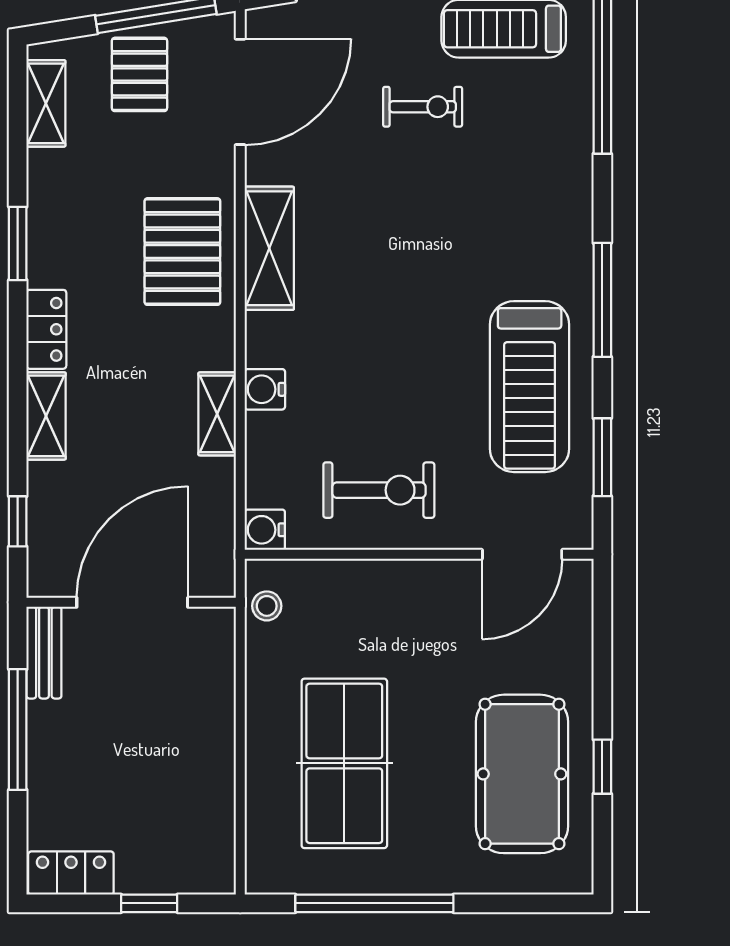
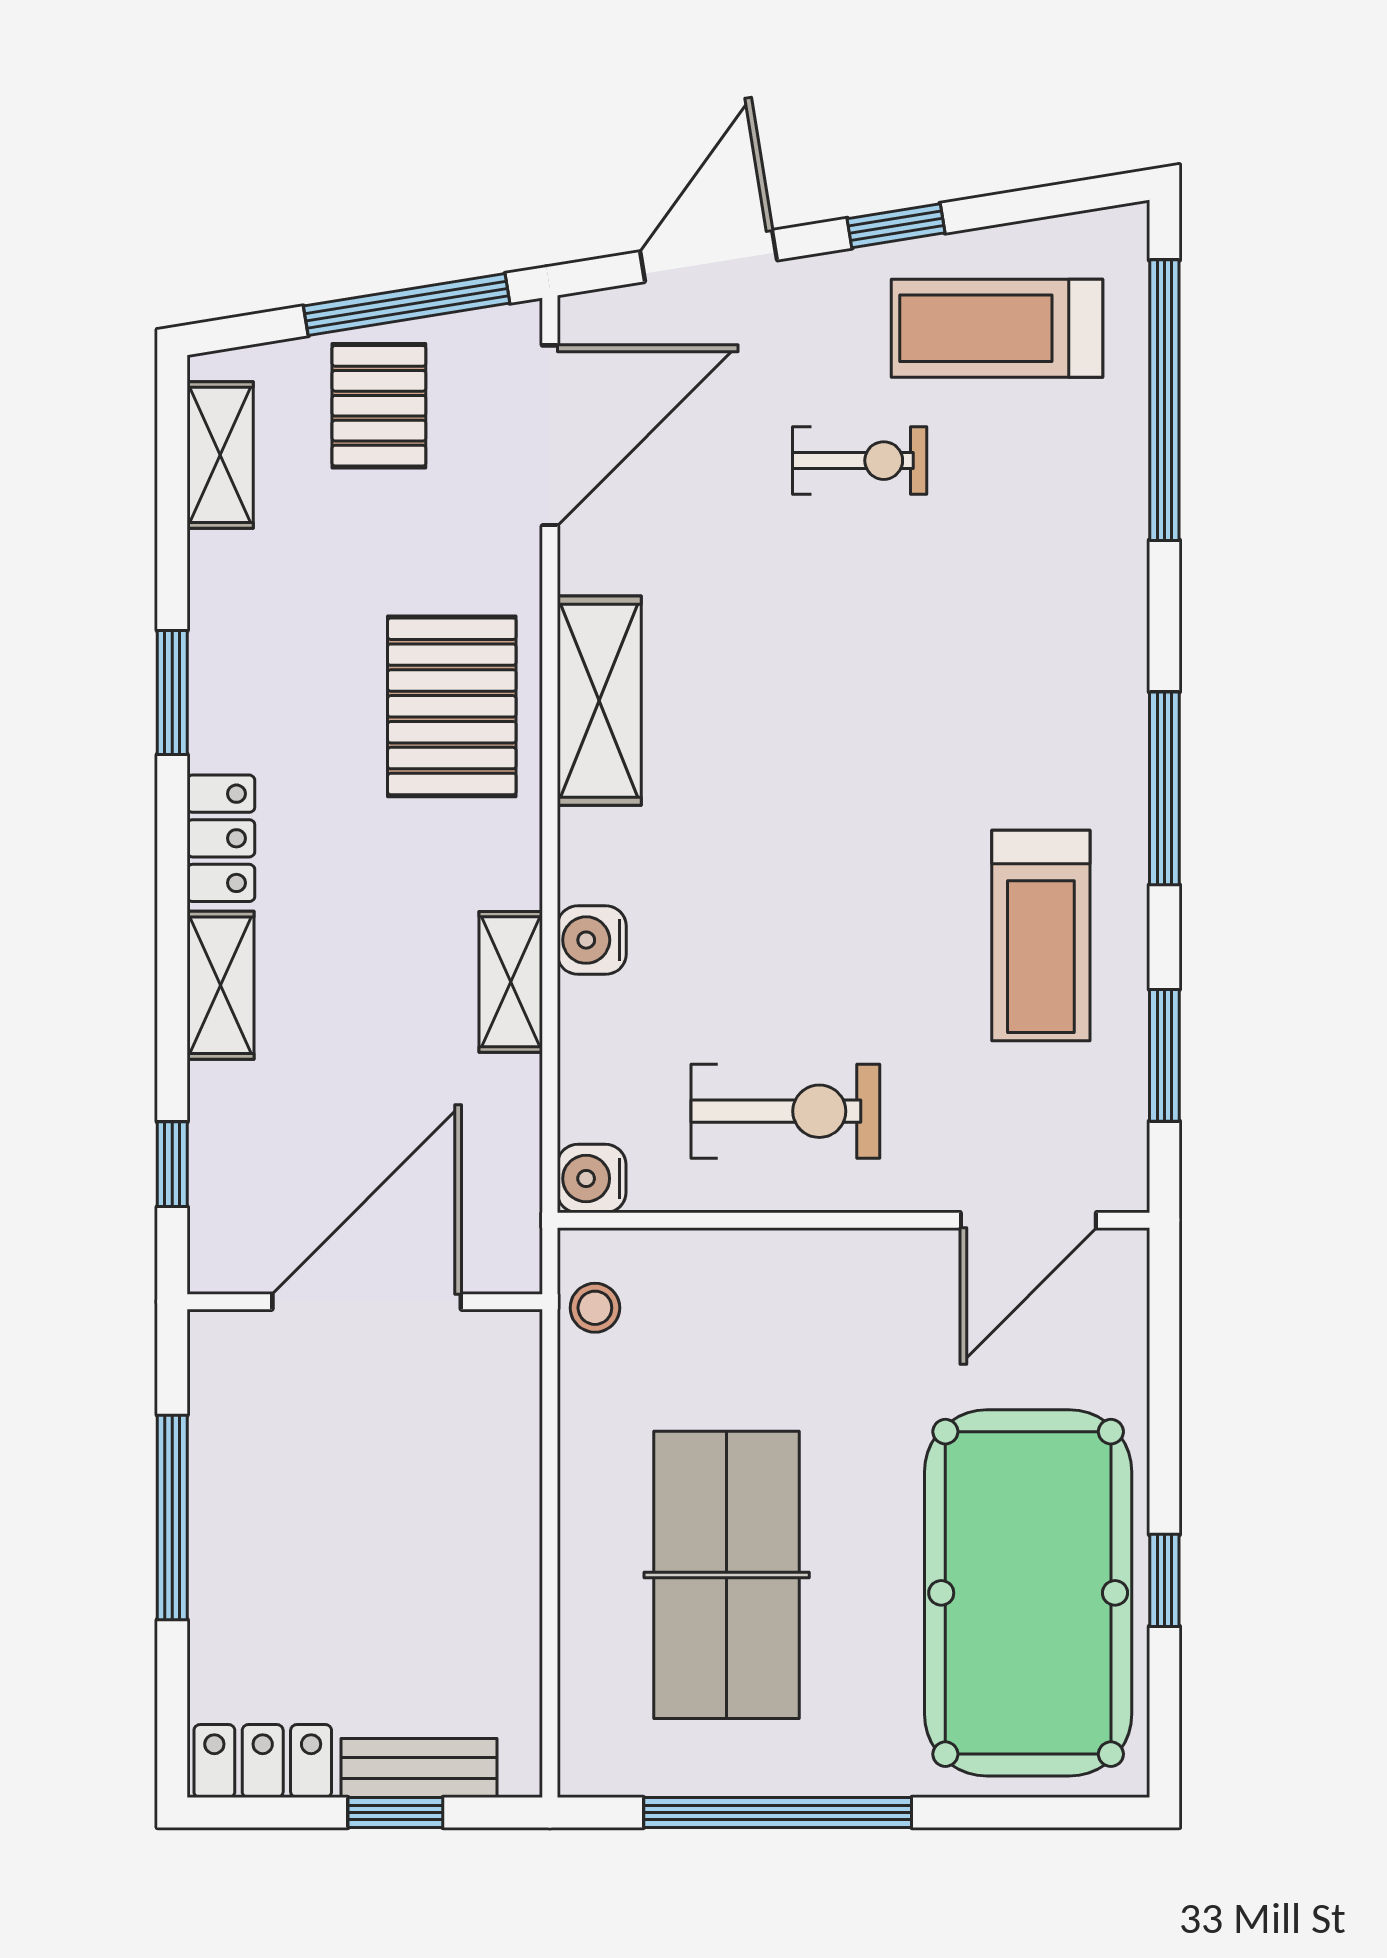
treadmill: (530, 387) -> (1041, 936), width x0.73, depth x0.73
bench: (44, 653) -> (419, 1768), moved, turned 90
pool table: (522, 774) -> (1028, 1593), width x1.36, depth x1.32

